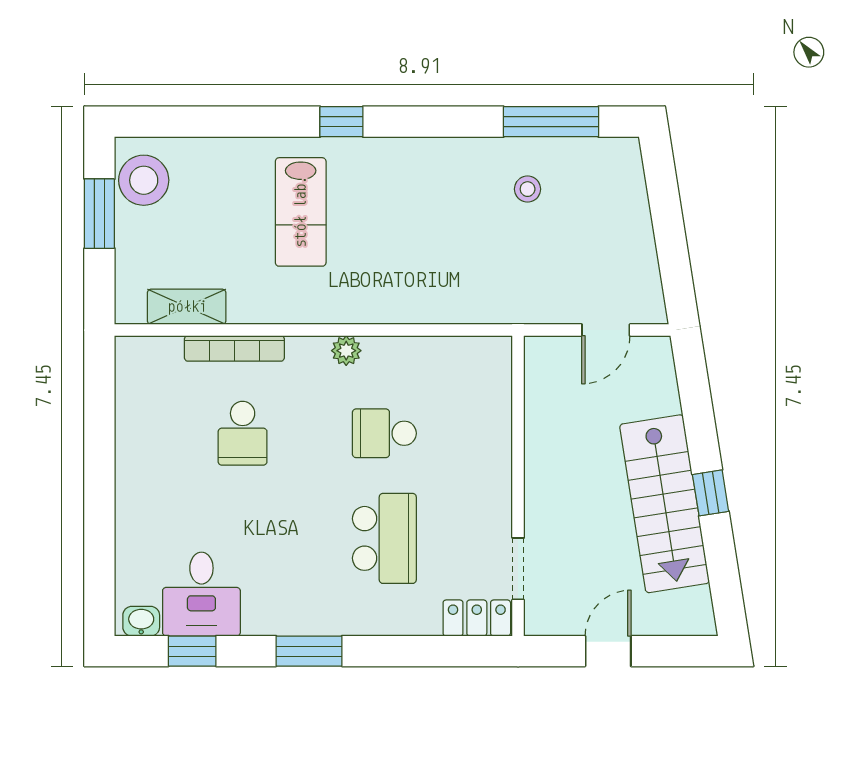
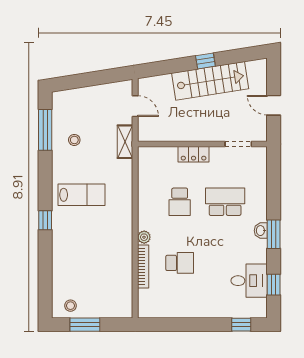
stool: (144, 180) -> (70, 306), width x0.53, depth x0.53
lab bench: (301, 212) -> (81, 195), moved
shelving: (187, 307) -> (125, 142), moved
plant: (346, 351) -> (144, 237), moved
window: (99, 576) -> (241, 325), added
locker: (477, 618) -> (194, 154), moved, turned -90
washbasin: (141, 621) -> (261, 231), moved

